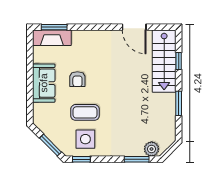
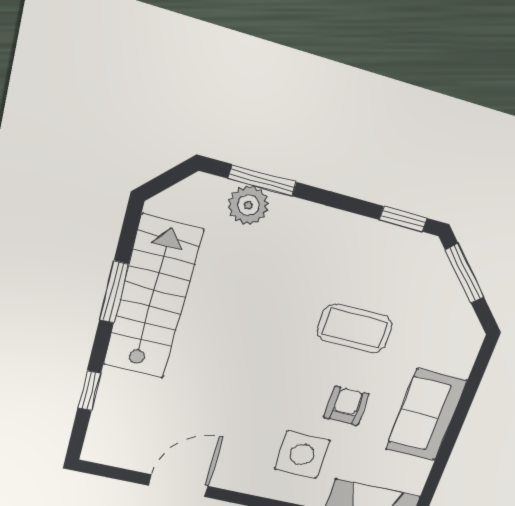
door: (134, 27) -> (178, 486), hinge flipped
stairs: (164, 61) -> (153, 298), moved
side table: (85, 139) -> (302, 454), moved
plant: (152, 149) -> (248, 205), moved

